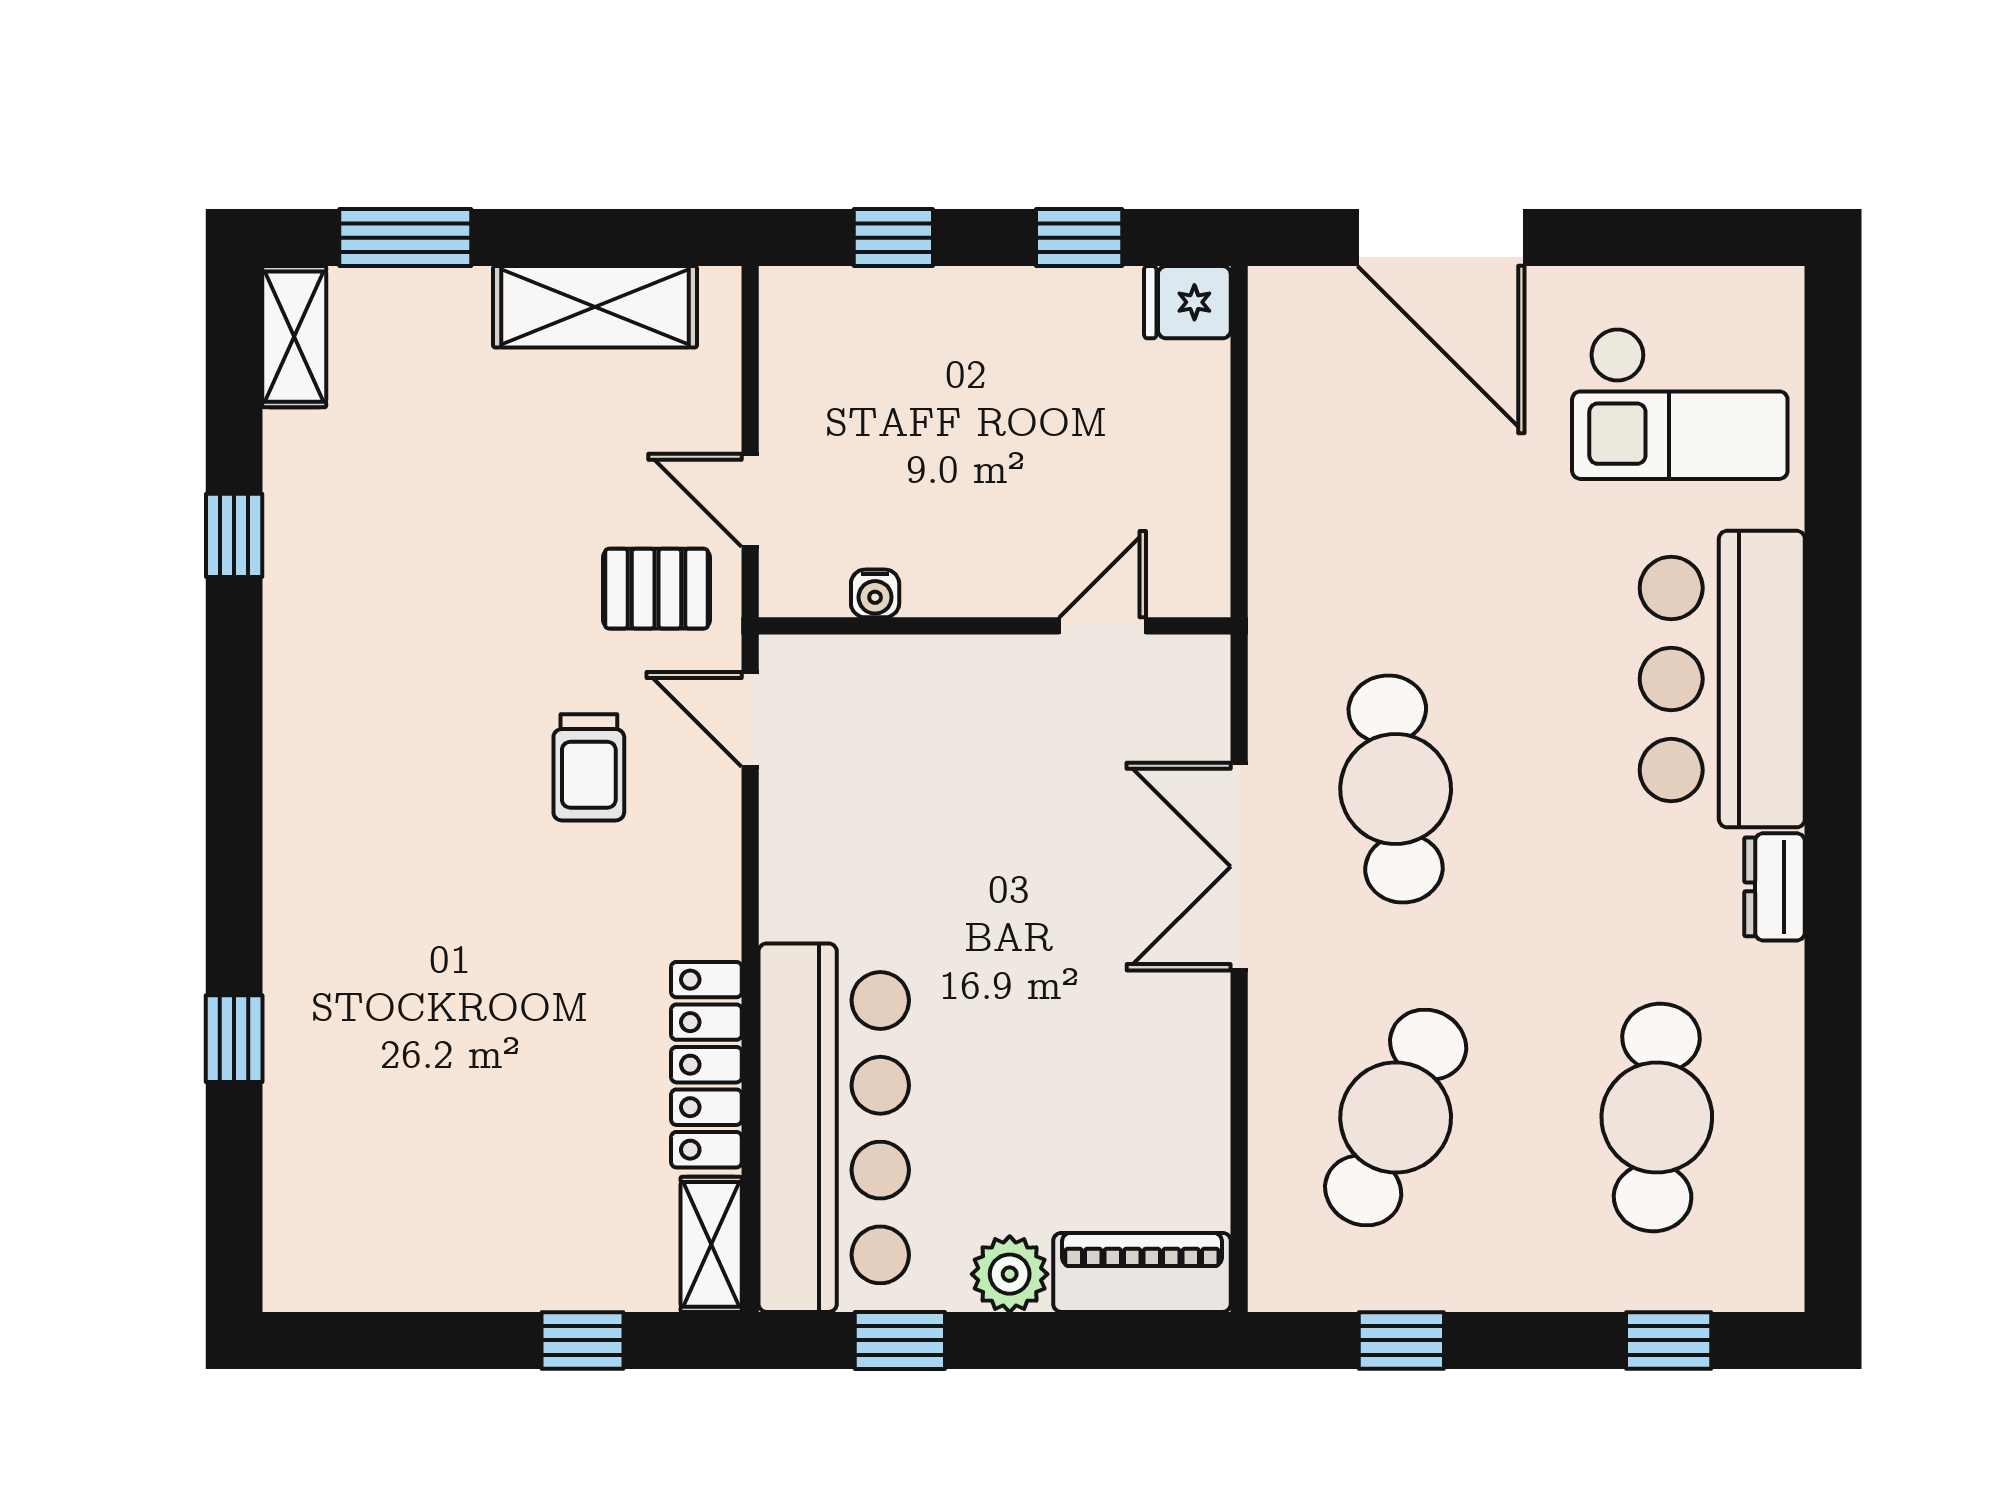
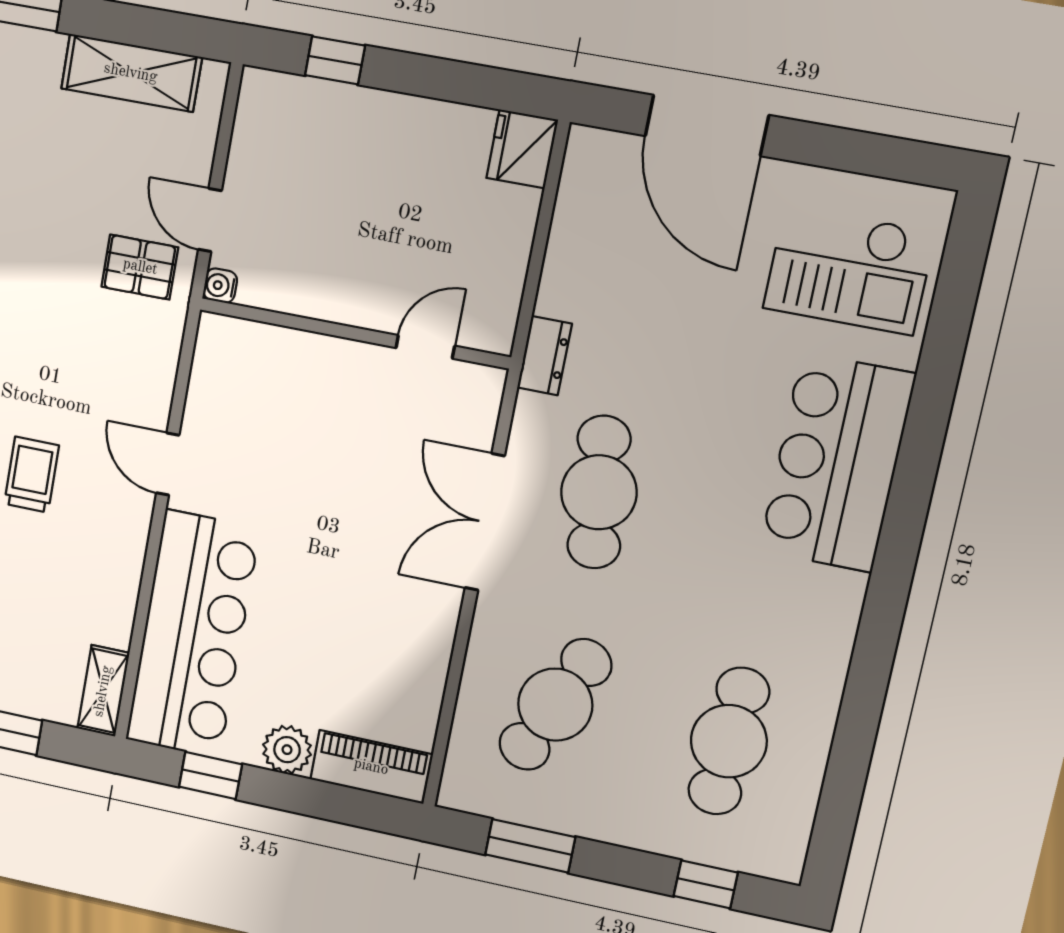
window: (1079, 238) -> (459, 82), removed
fridge: (1187, 302) -> (522, 149), width x1.38
water cooler: (875, 593) -> (220, 286), moved, turned 90
door: (750, 719) -> (168, 464), moved
trolley: (589, 767) -> (32, 475), moved, turned 180
dresser: (1774, 887) -> (545, 356), moved, turned 180
locker: (706, 1065) -> (120, 578), removed
window: (1401, 1340) -> (530, 846), width x1.50

